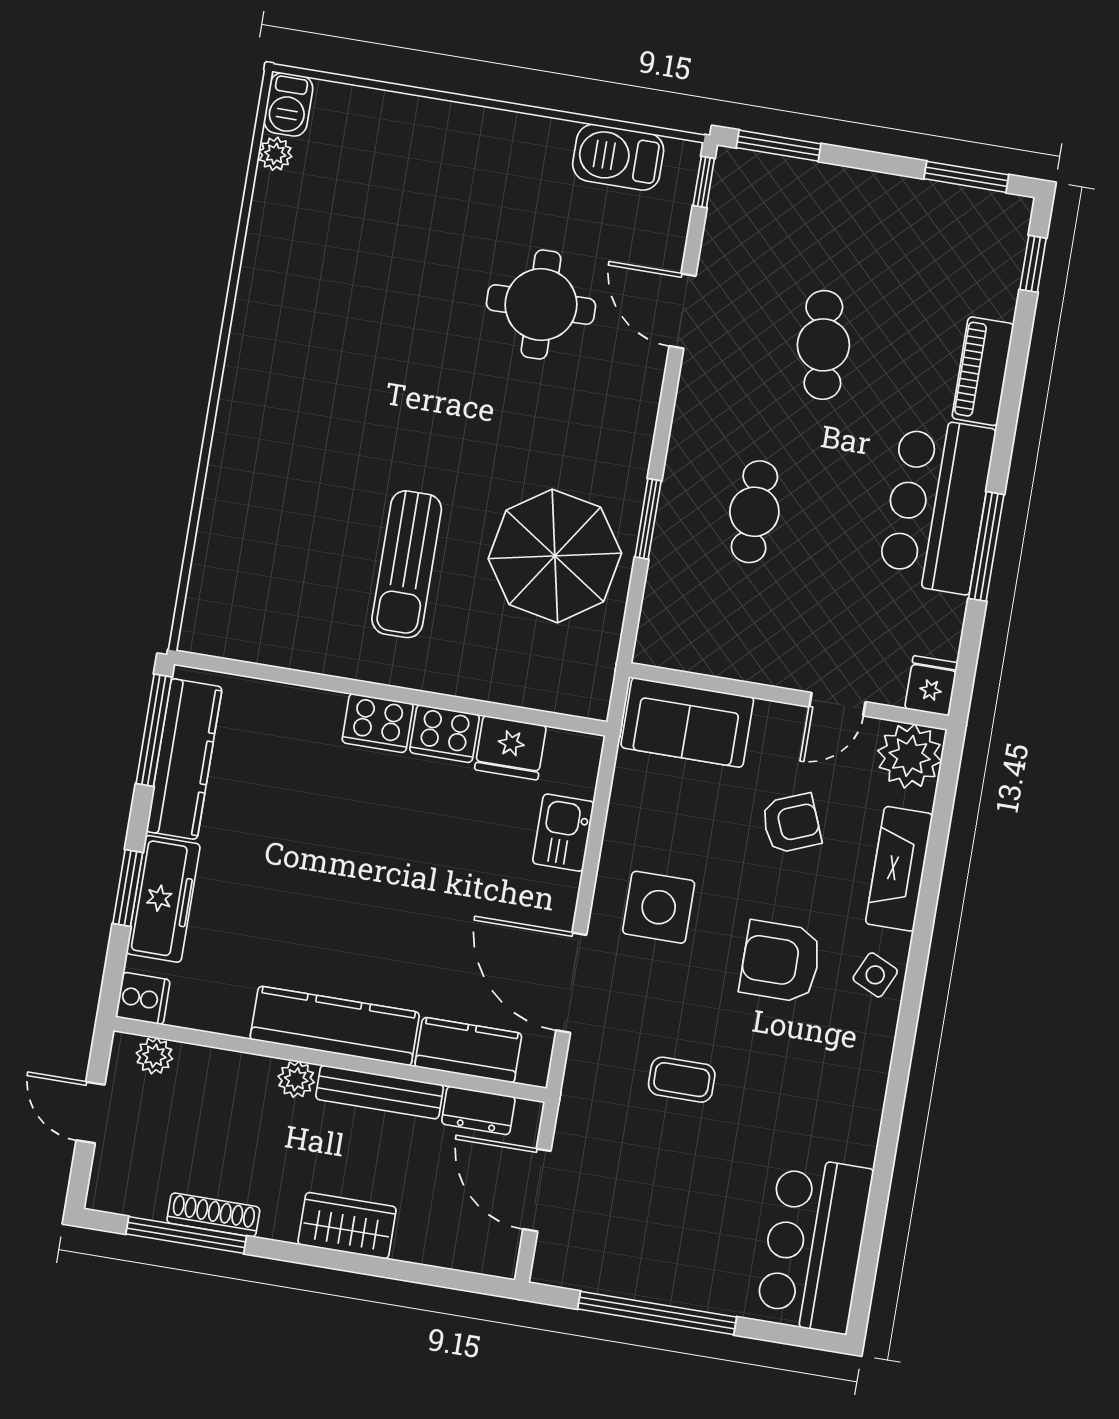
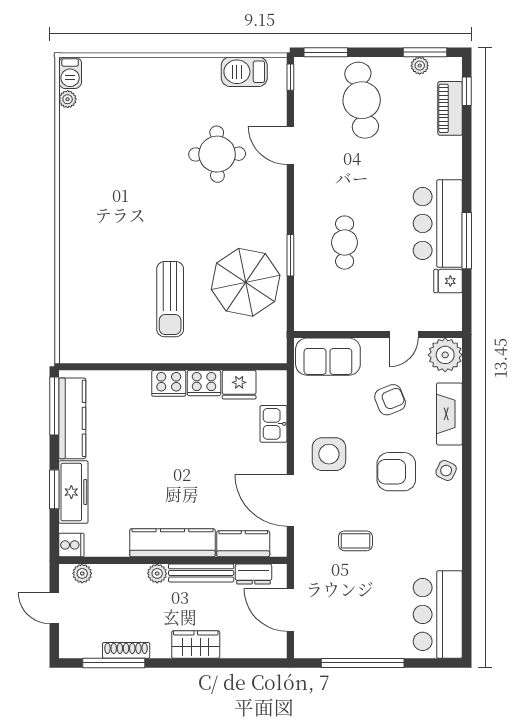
plant: (952, 200) -> (420, 66), added
cafe table: (823, 345) -> (362, 100), moved, width x1.37, depth x1.35
piano: (983, 371) -> (450, 108), moved
fridge: (931, 686) -> (448, 281), moved, turned -90

